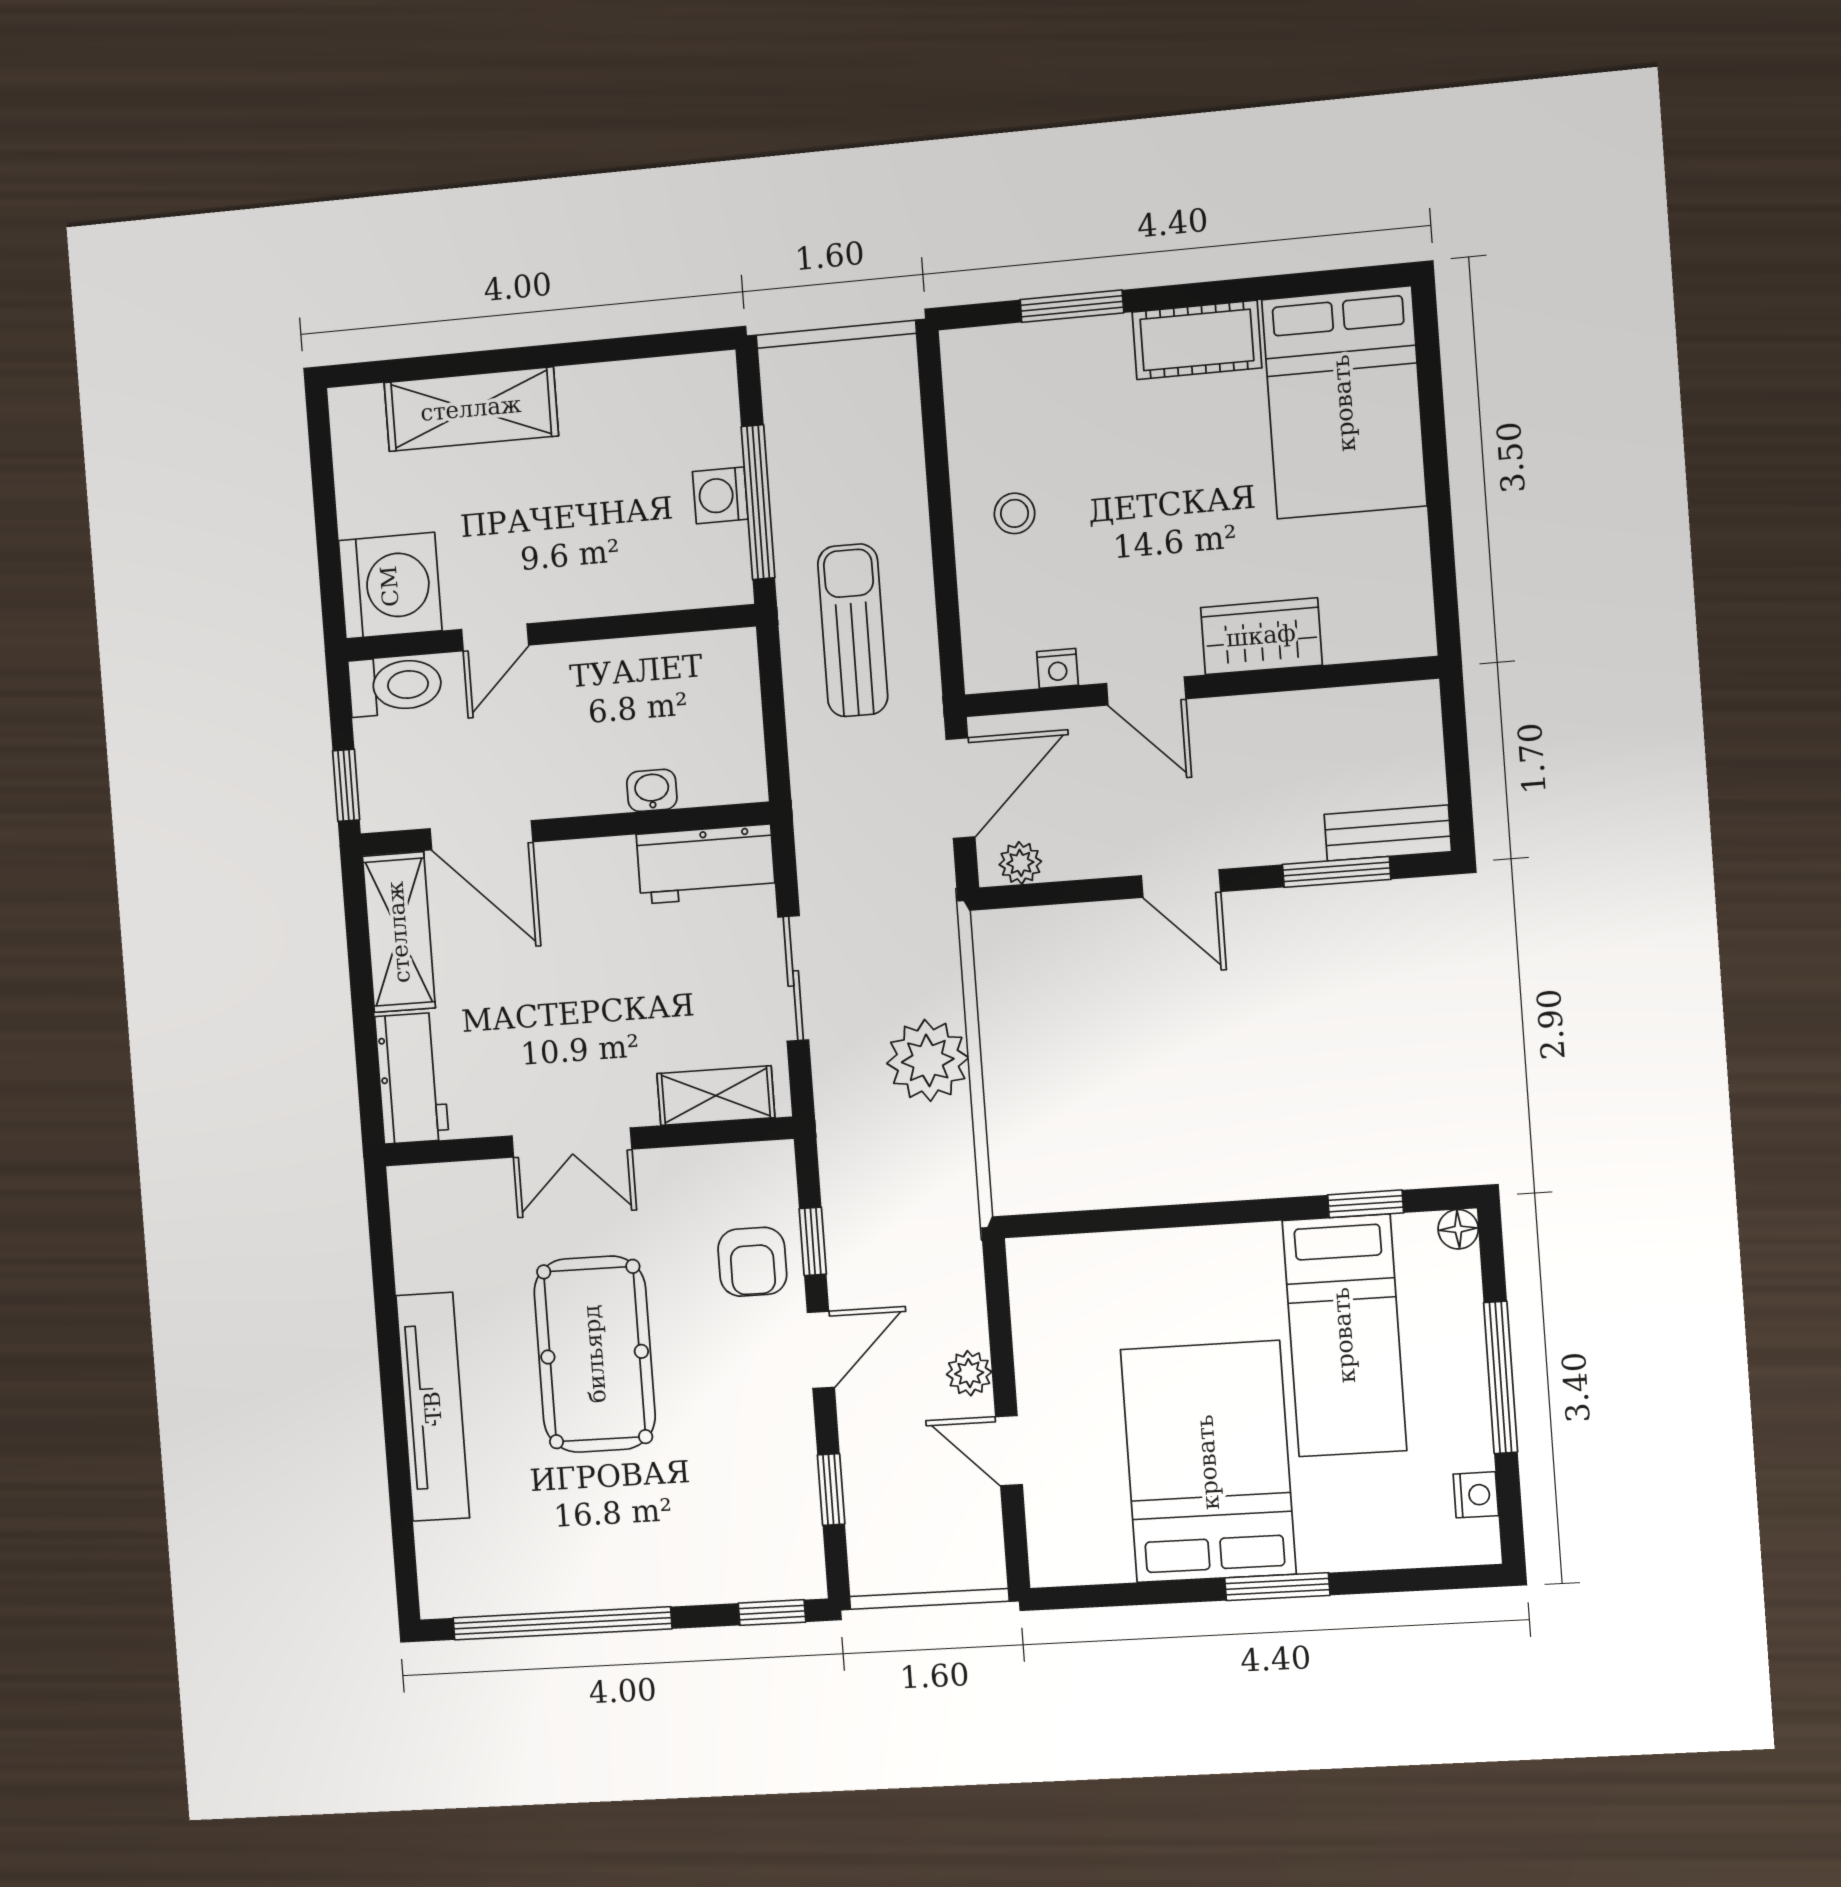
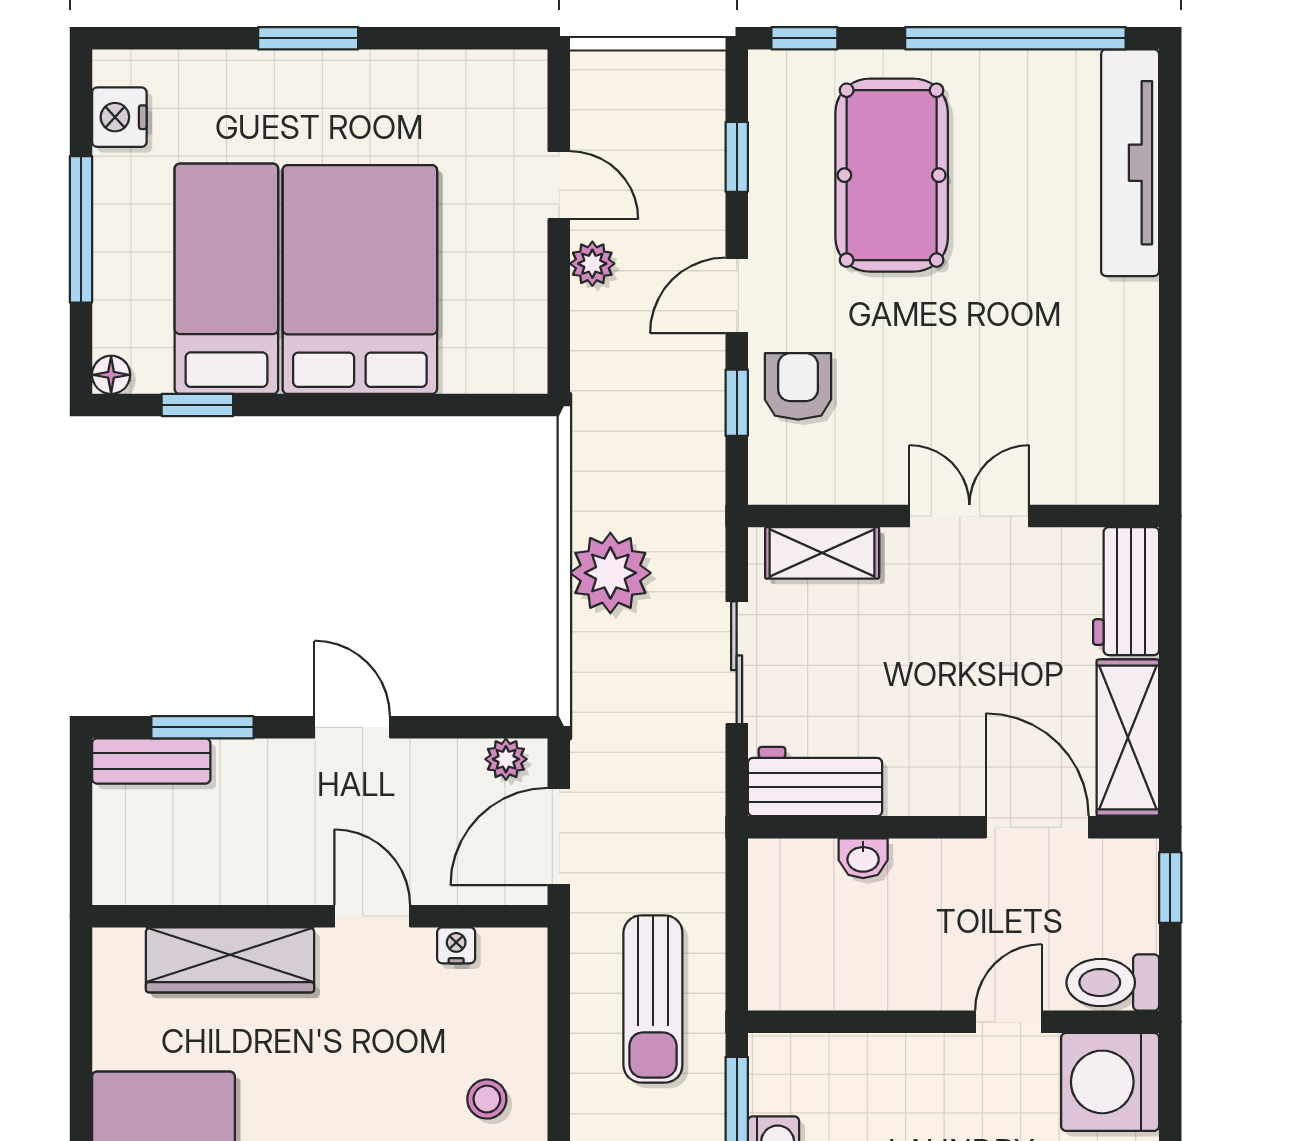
wardrobe: (1261, 636) -> (230, 960), width x1.50
pool table: (595, 1354) -> (892, 175), moved
tv unit: (433, 1407) -> (1130, 163), moved
bed: (1208, 1462) -> (360, 280), moved, turned 180
nightstand: (1476, 1495) -> (119, 117), width x1.39, depth x1.35

